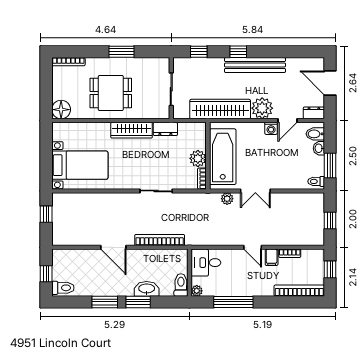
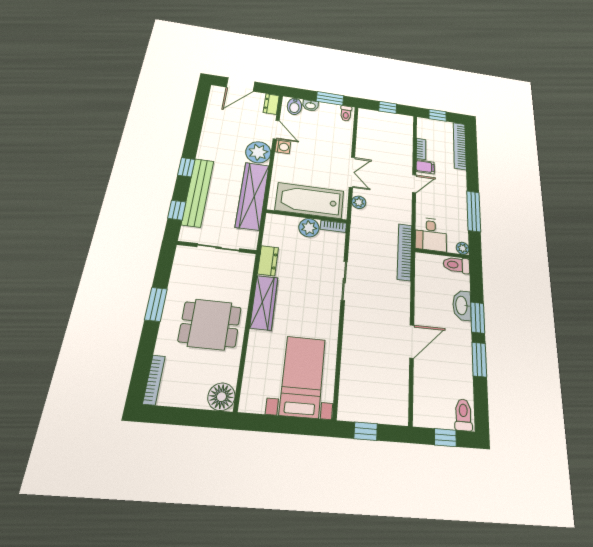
bench: (255, 65) -> (198, 192), moved
dining table: (111, 93) -> (210, 324), turned 90
bookcase: (160, 240) -> (405, 252), moved

